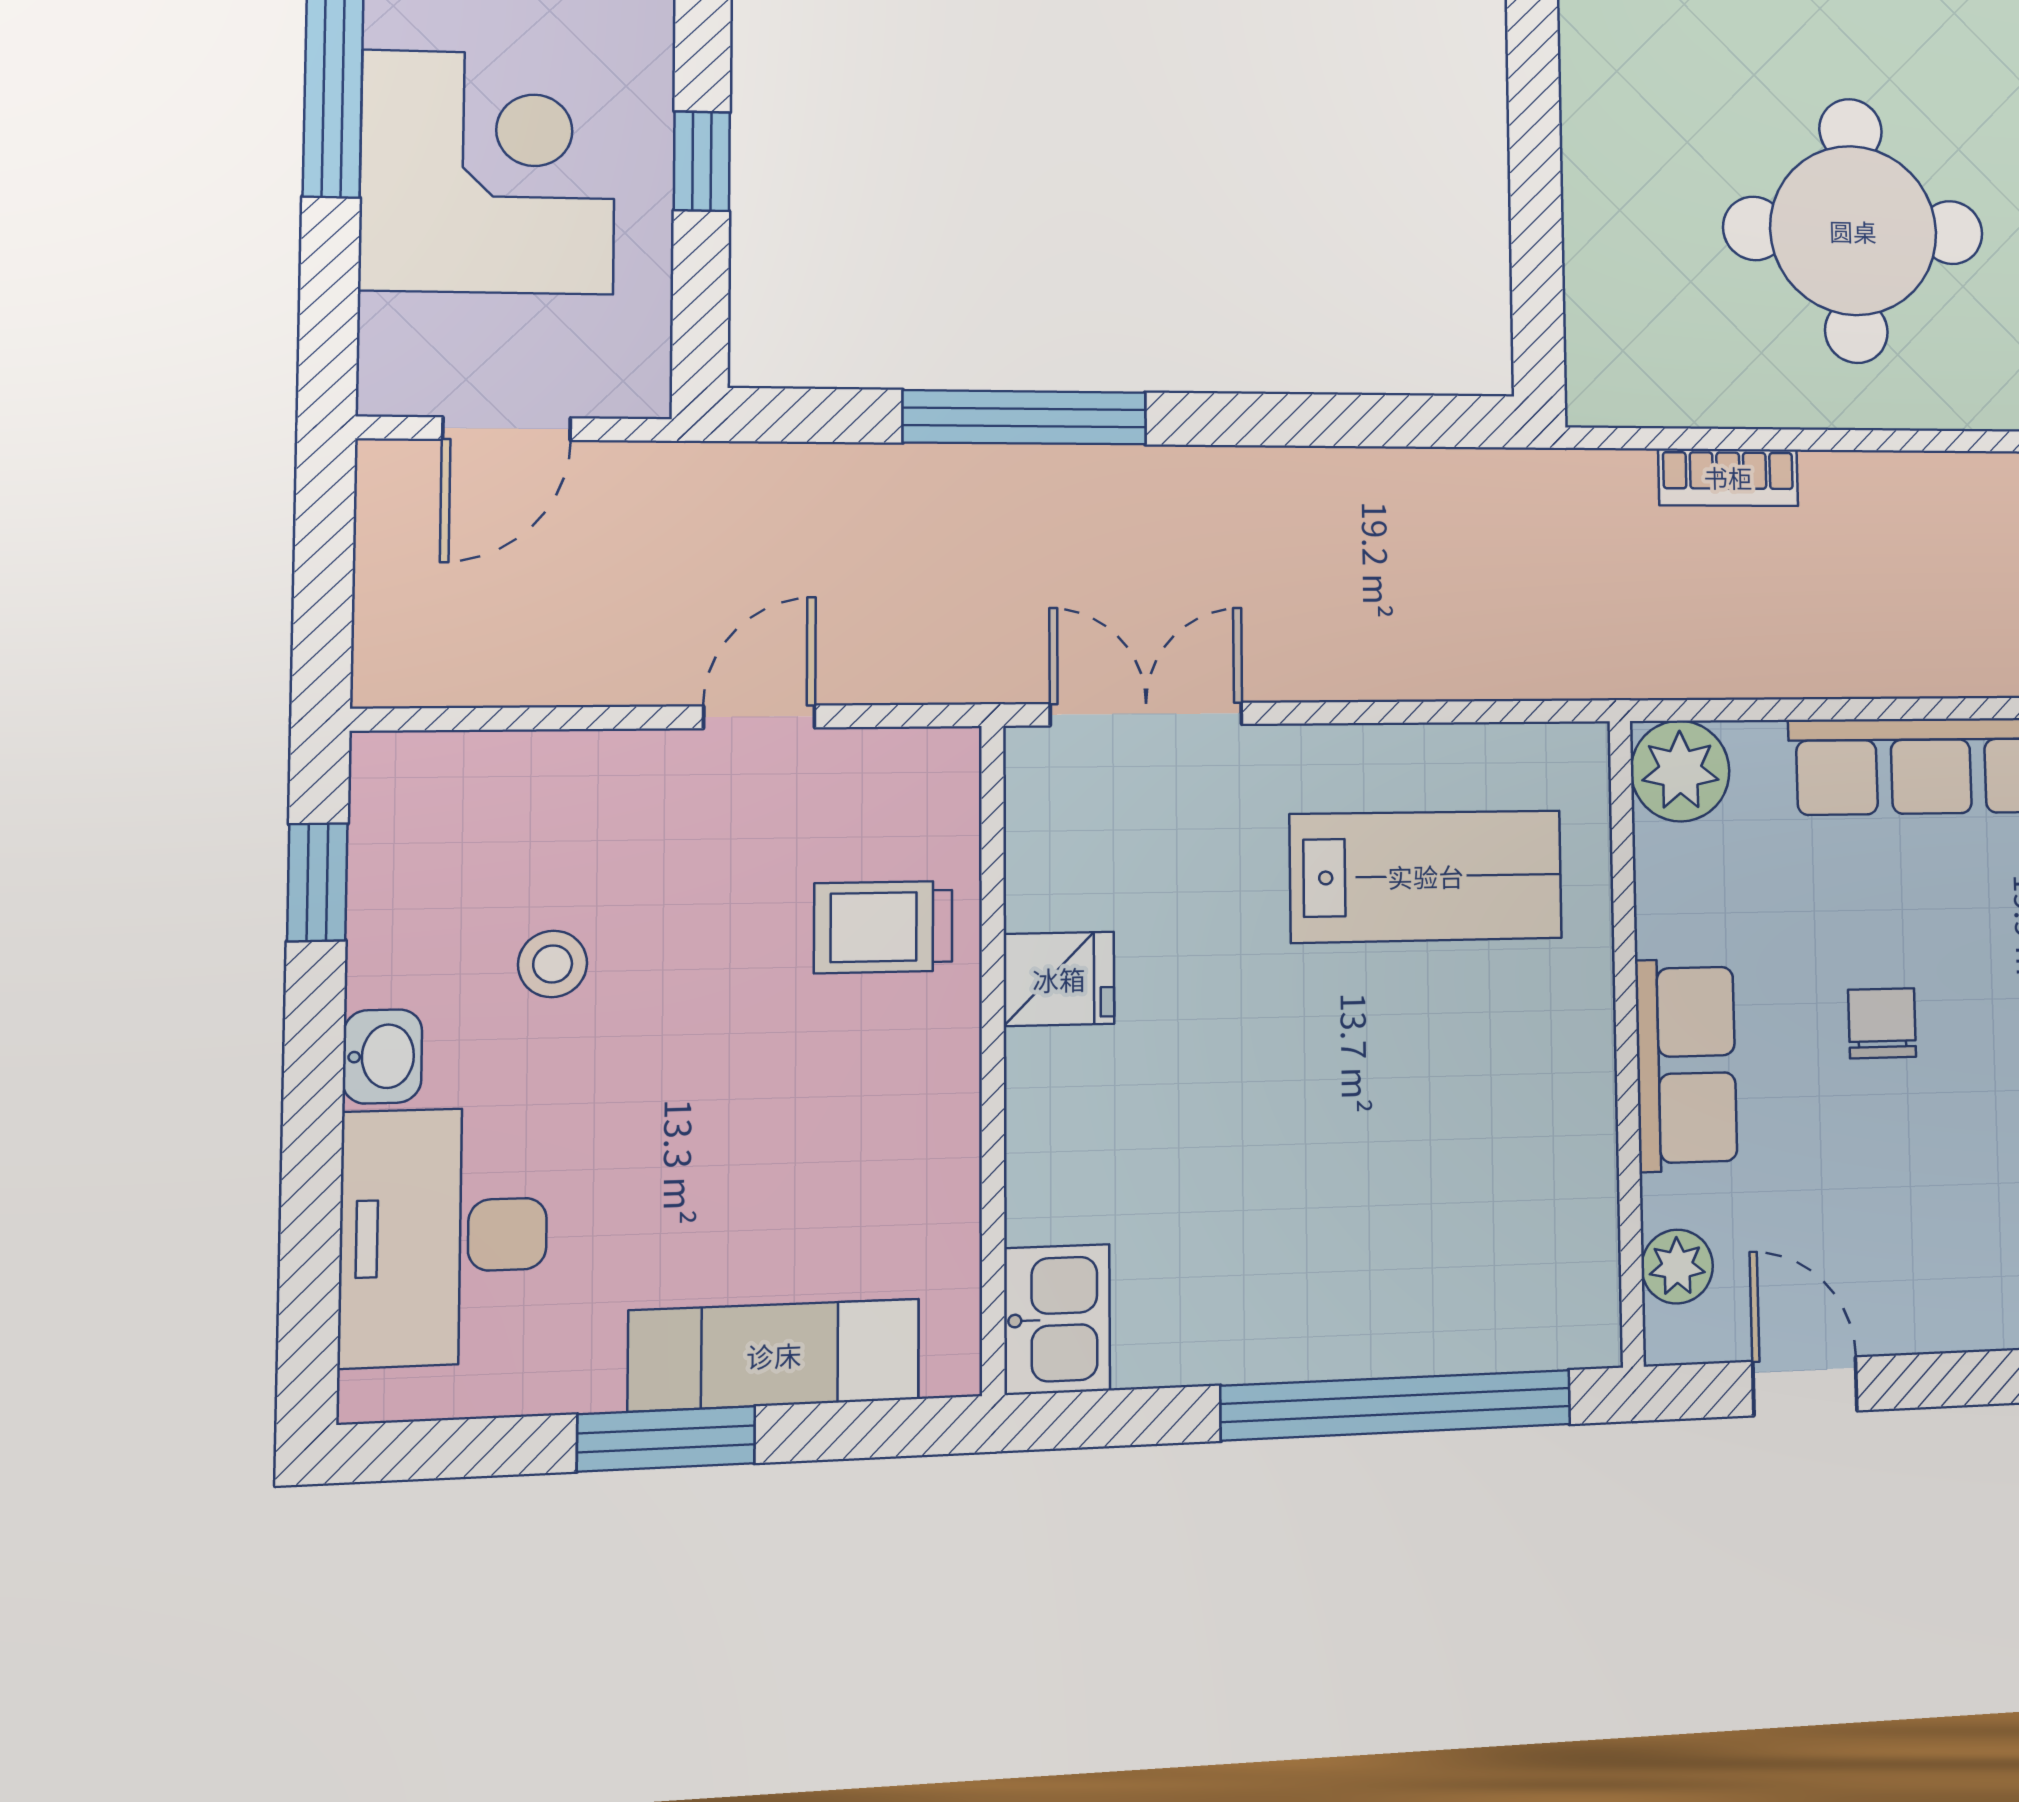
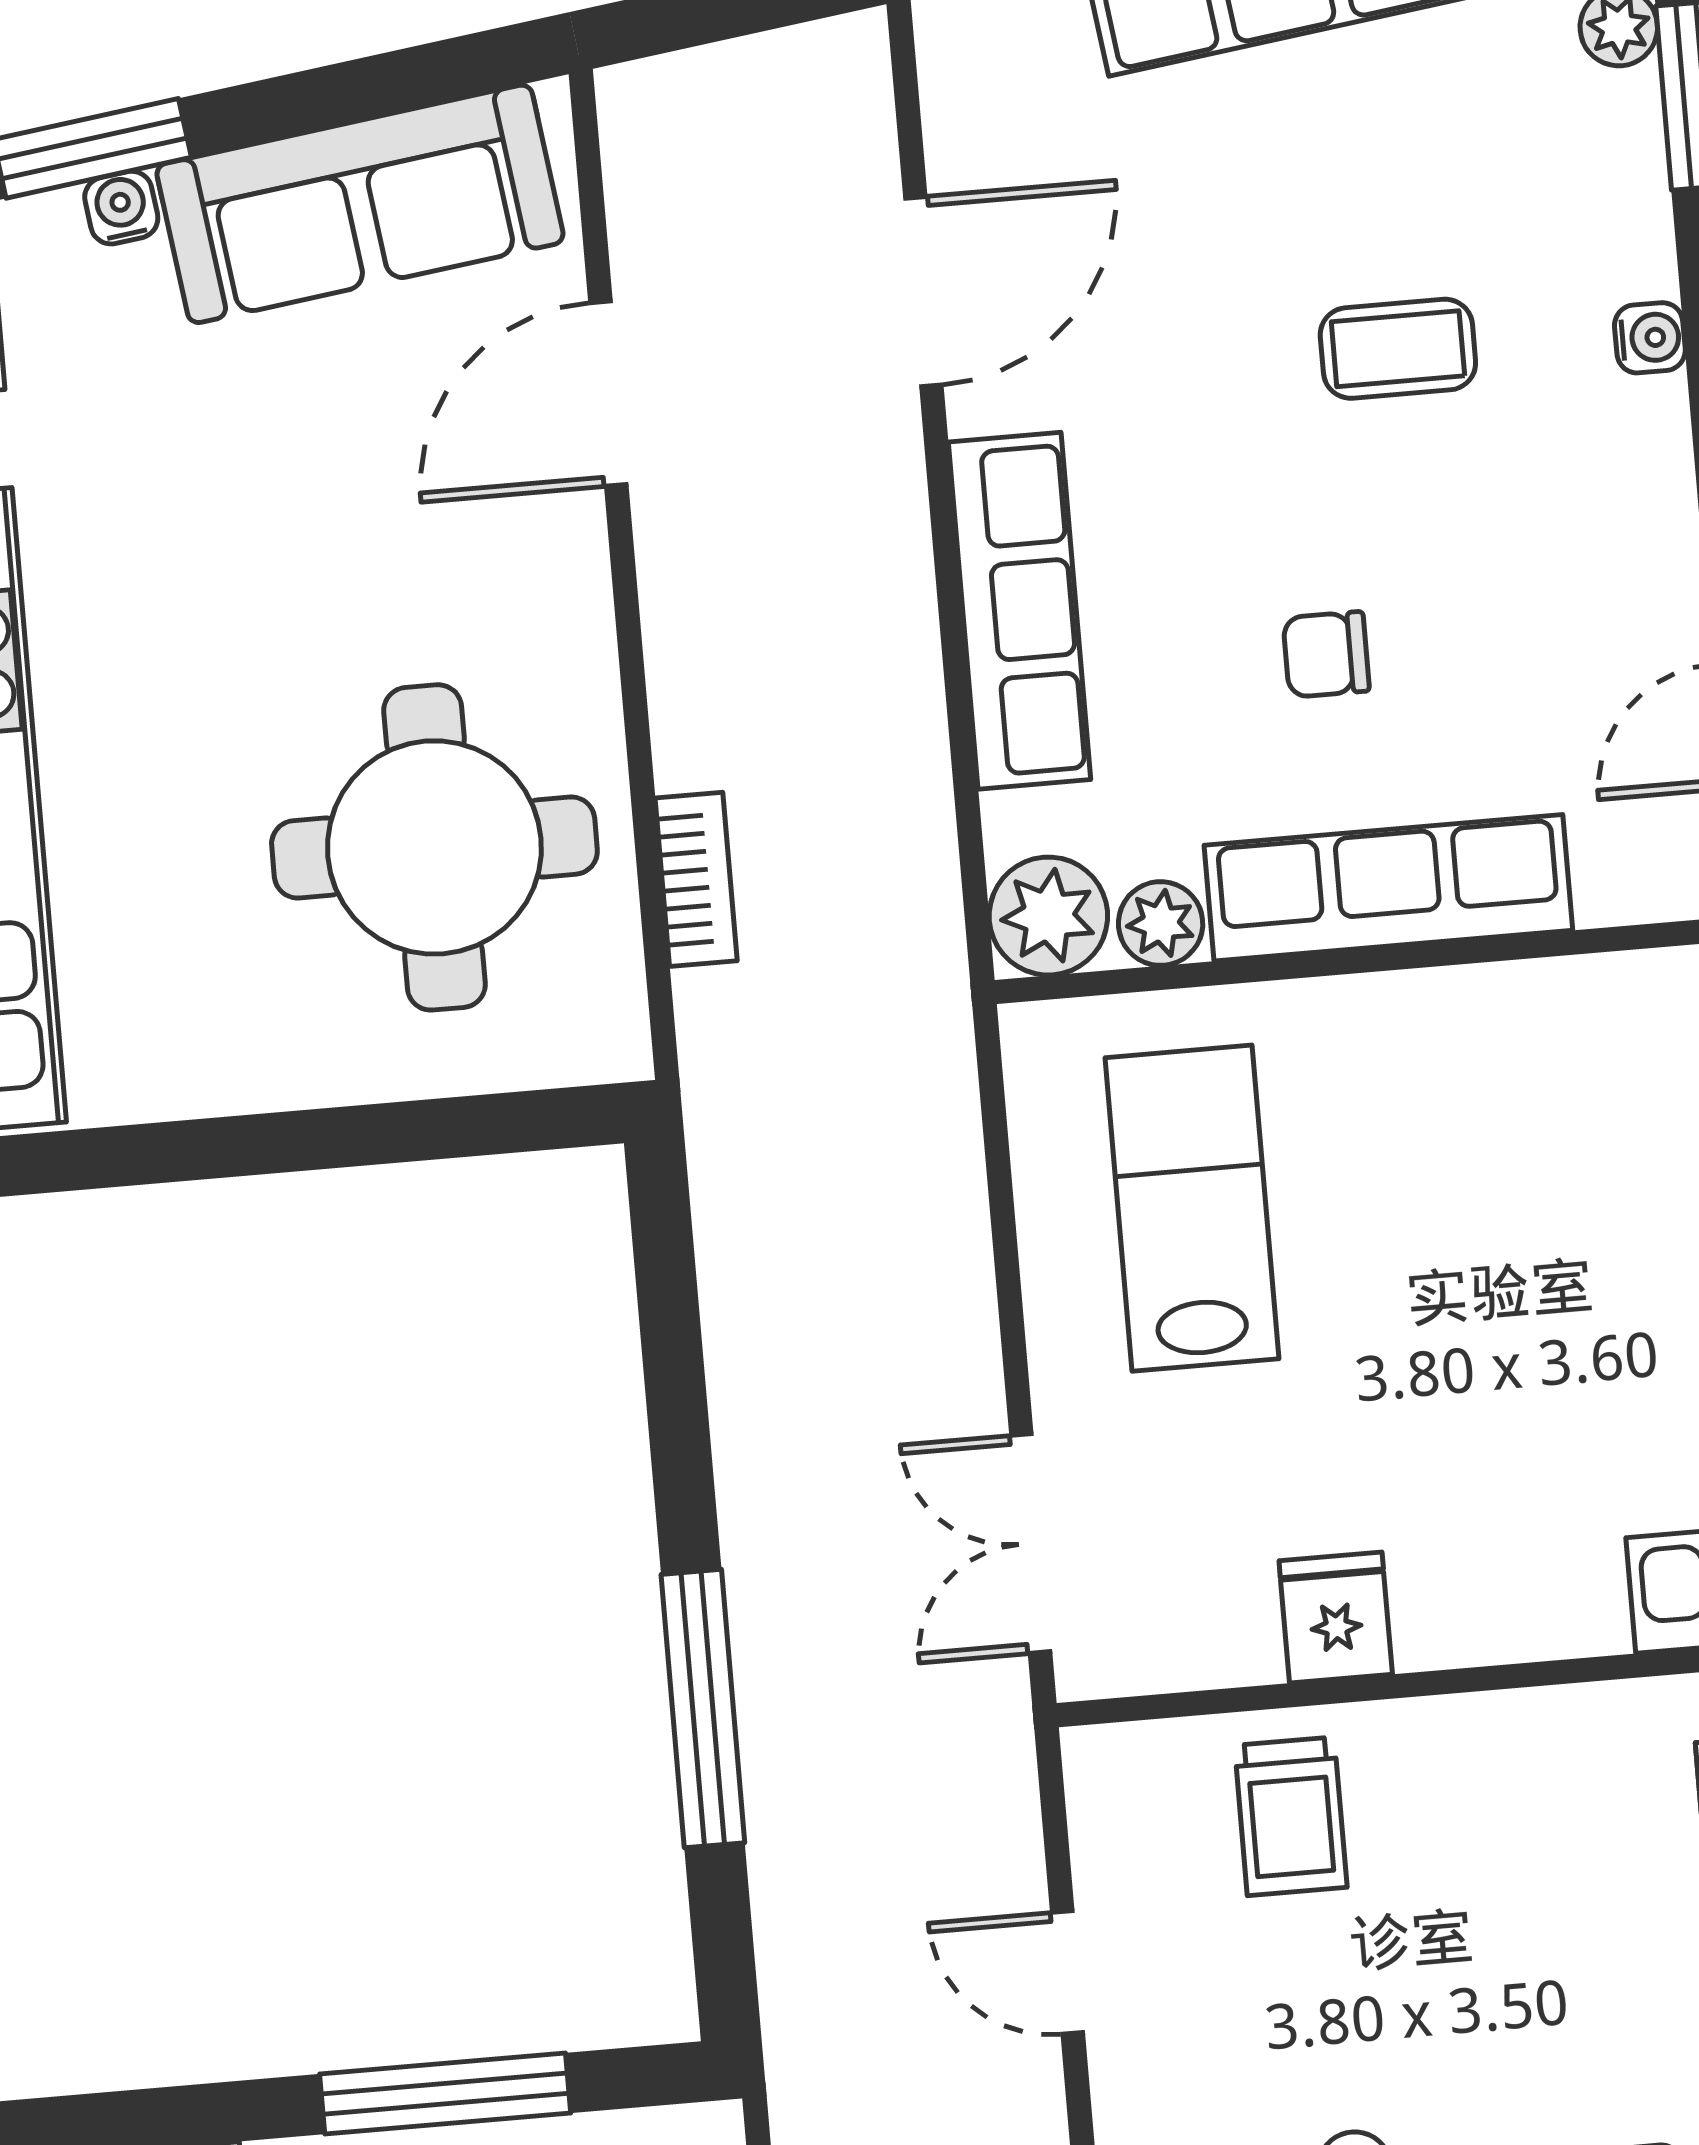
window: (702, 161) -> (445, 2093), width x2.17
round table: (1853, 231) -> (434, 847), moved
row of seats: (1686, 1065) -> (1388, 888), width x1.48
plant: (1677, 1267) -> (1161, 924), moved

